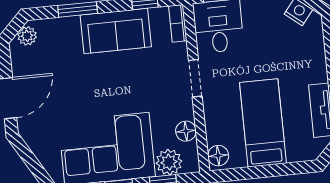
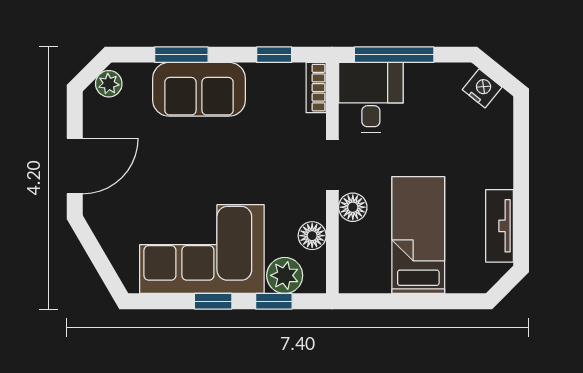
sofa: (116, 31) -> (199, 89), moved
floor lamp: (218, 156) -> (353, 207), moved

